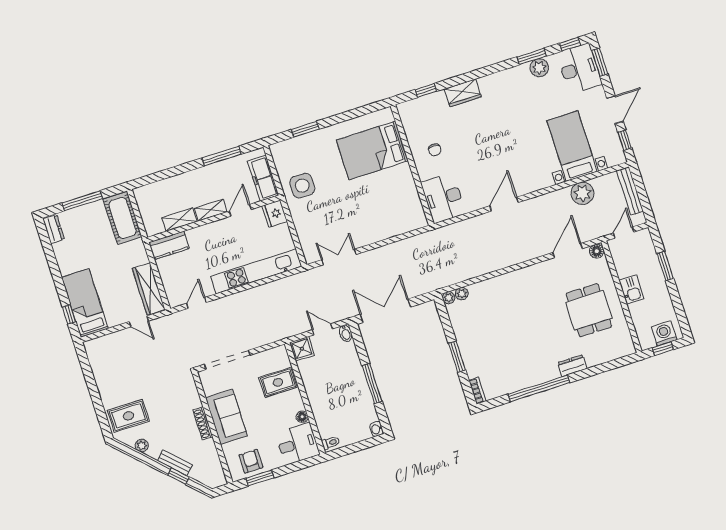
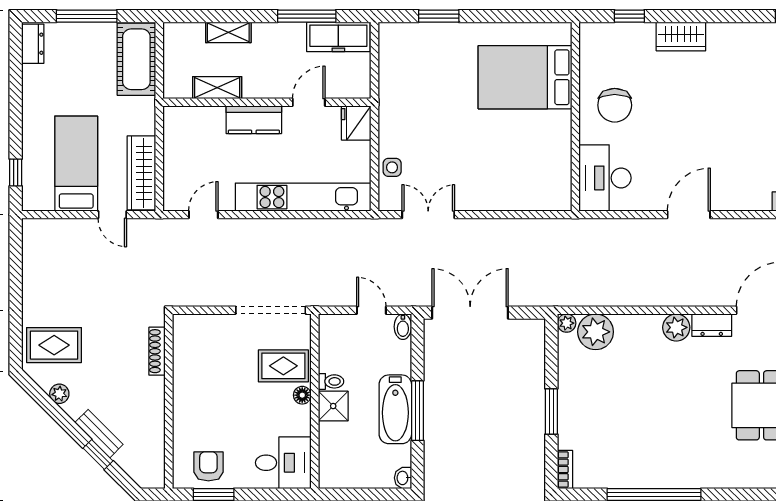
chair: (435, 150) -> (615, 105), width x1.87, depth x1.87
freezer: (263, 178) -> (338, 37), moved, turned -90
side table: (302, 186) -> (392, 167), moved, width x0.54, depth x0.54
shelving: (211, 210) -> (228, 32), moved
kitchen counter: (169, 245) -> (254, 120), moved
plant: (519, 278) -> (676, 327), added
plant: (462, 294) -> (596, 332), width x1.88, depth x1.88
bed: (85, 303) -> (76, 164), moved
shower: (302, 349) -> (333, 406), moved
doorway: (227, 360) -> (271, 310), moved
dresser: (572, 366) -> (712, 325), moved, turned 180
bathtub: (358, 387) -> (395, 409), added
sofa: (226, 417) -> (194, 391), removed
floor lamp: (302, 417) -> (302, 395), moved
shoe rack: (203, 423) -> (157, 351), moved
toilet: (331, 443) -> (331, 381), moved

